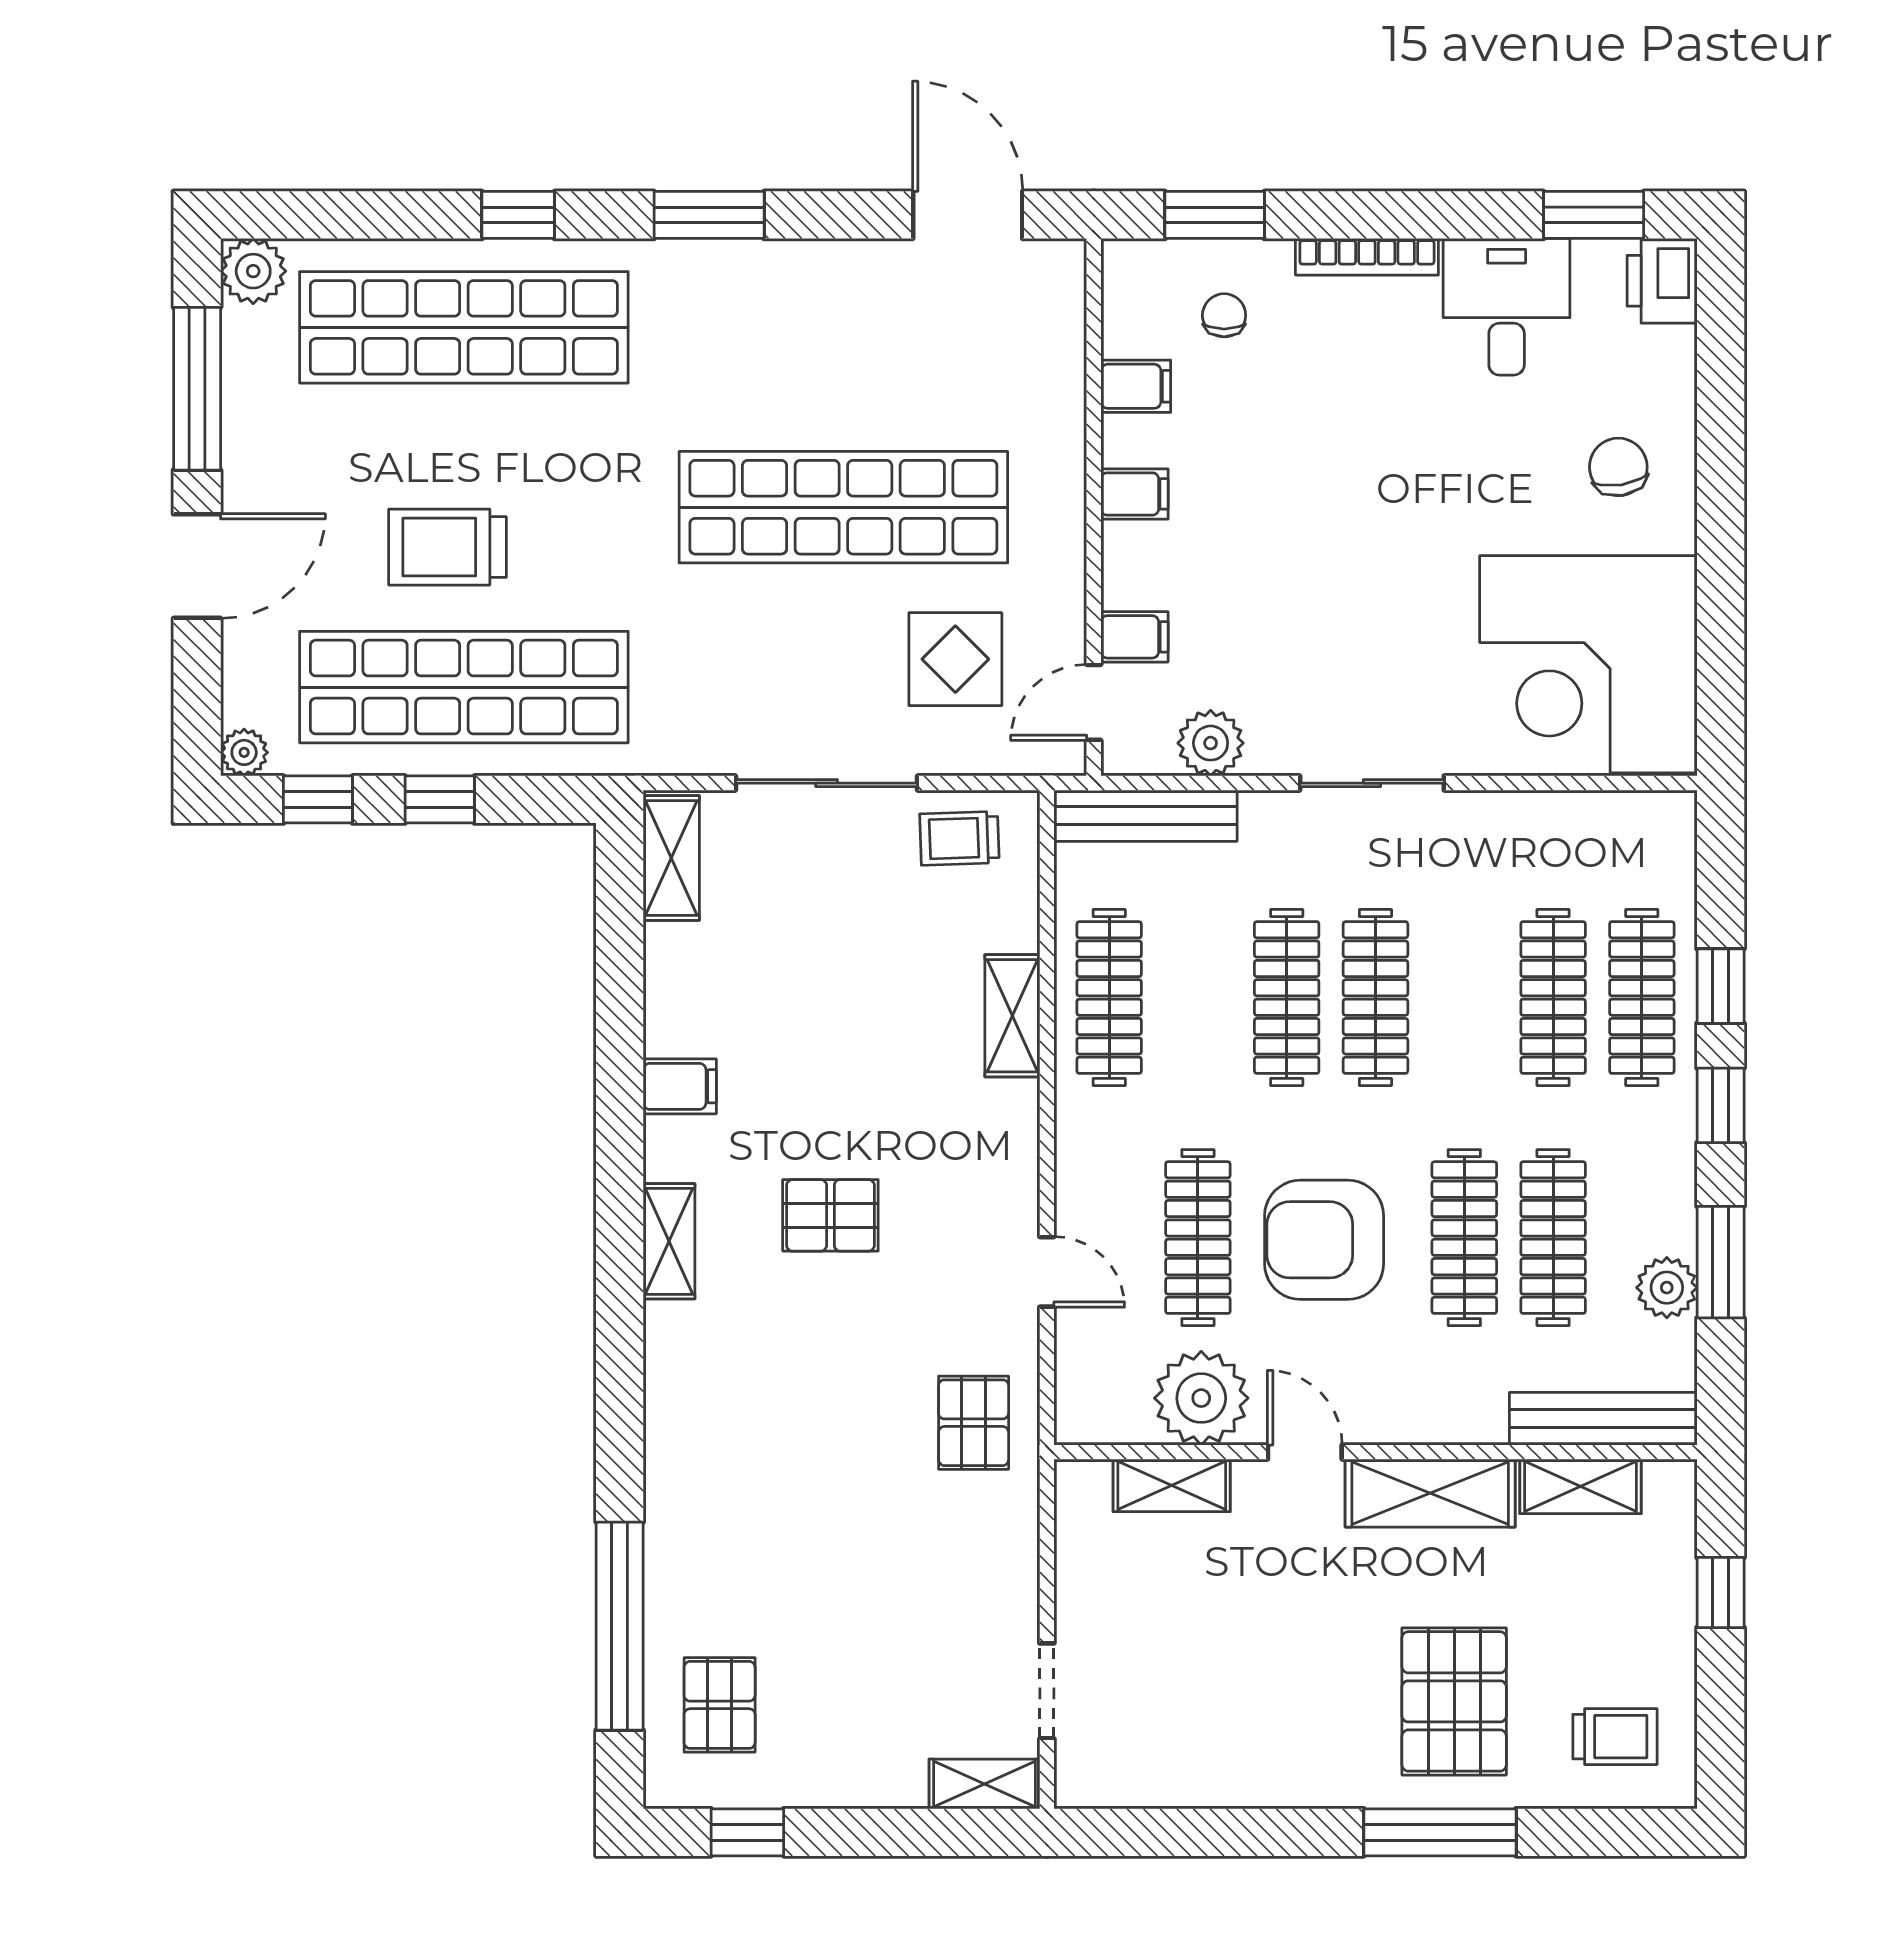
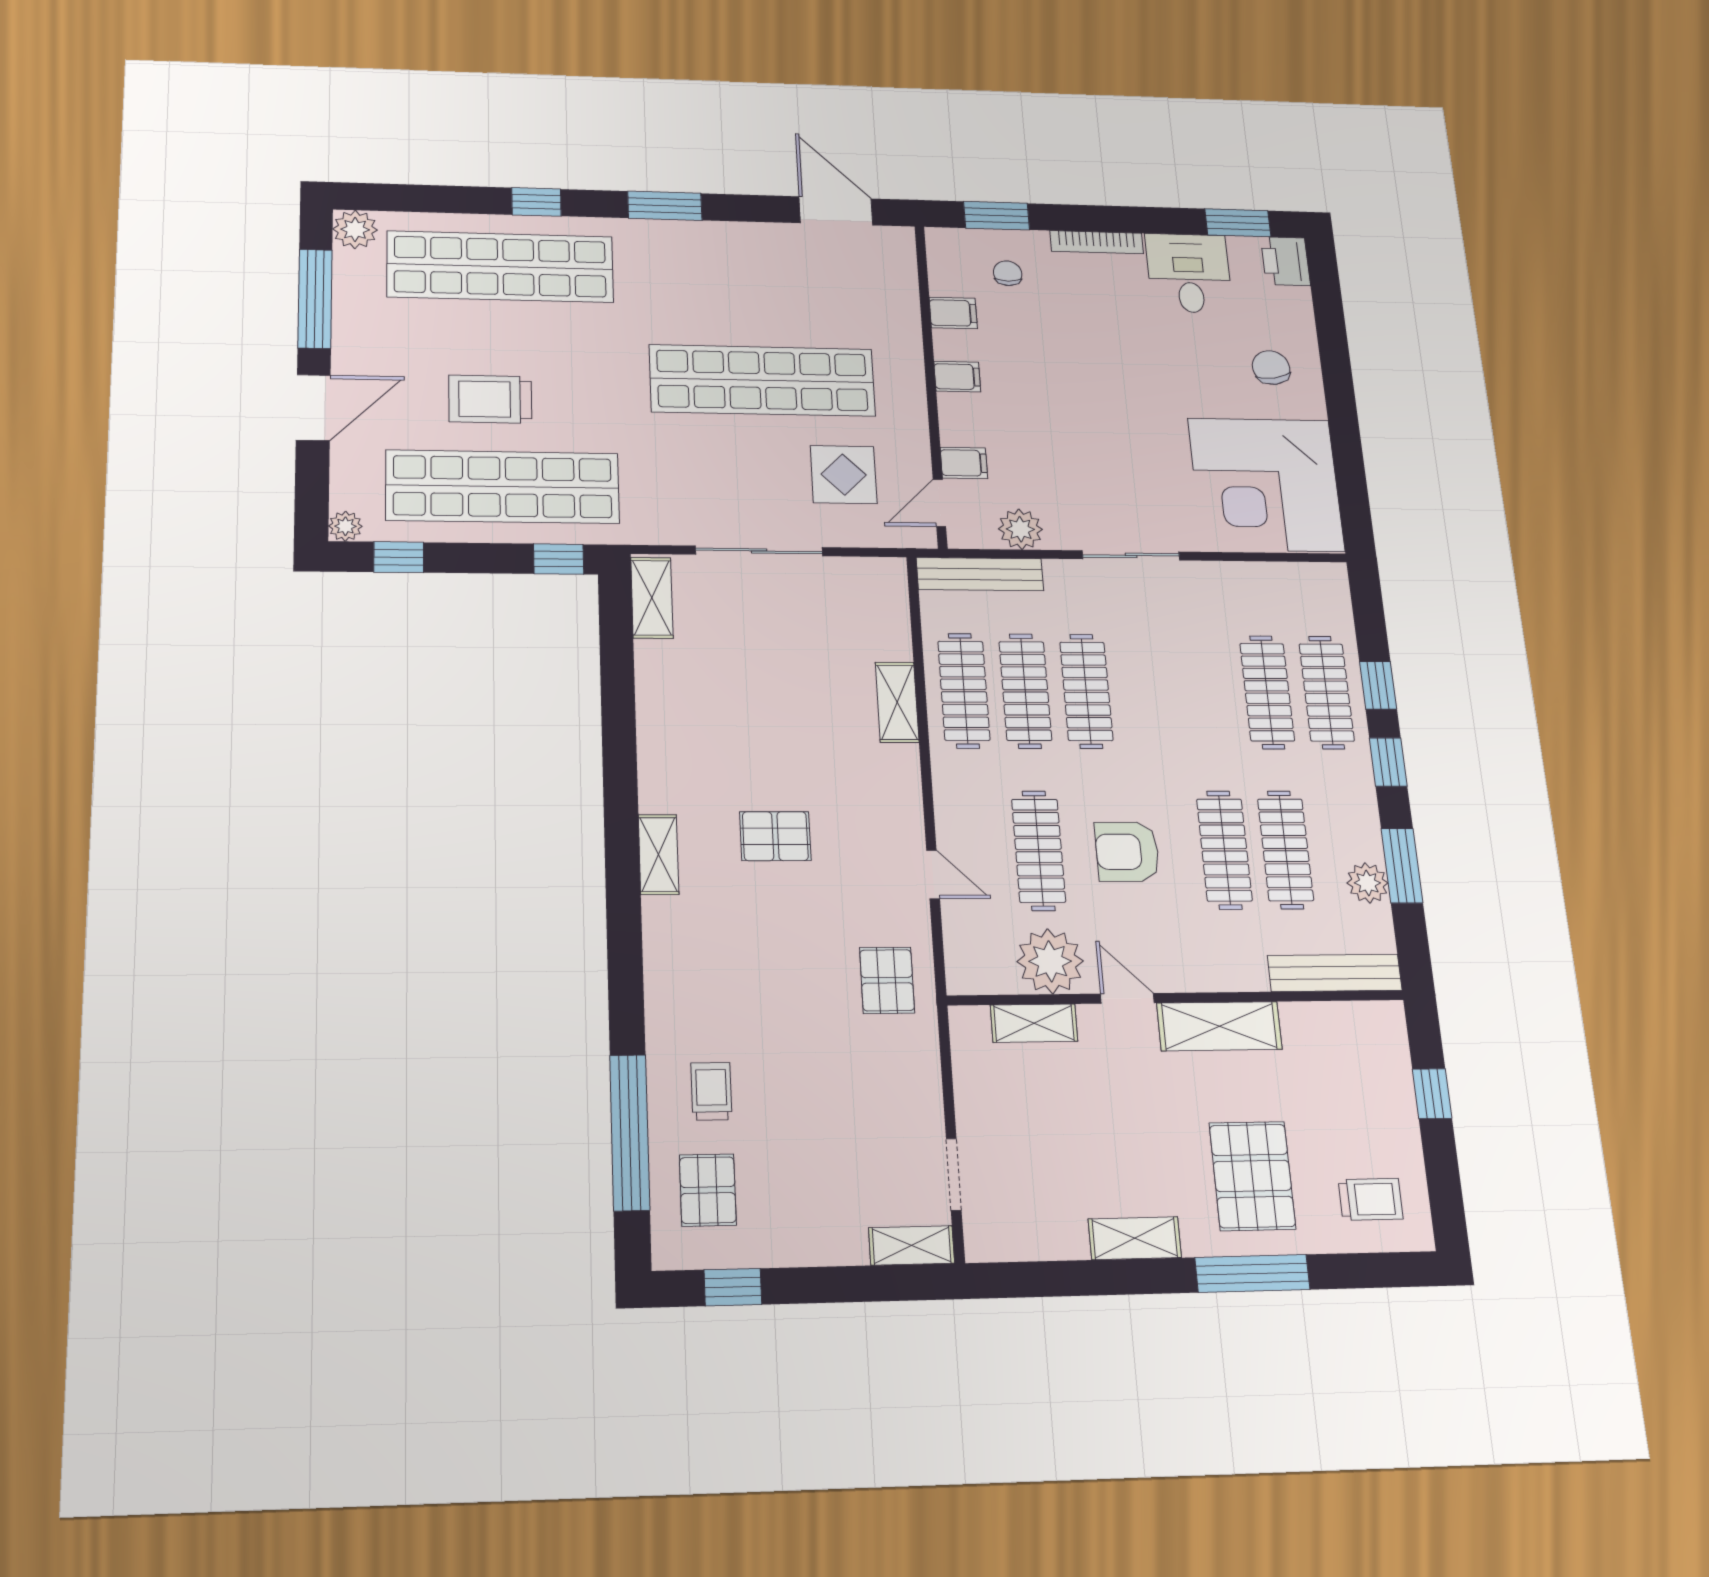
window: (440, 799) -> (559, 559), moved
trolley: (959, 838) -> (711, 1091), moved, turned 92
clothes rail: (1375, 997) -> (1025, 691), moved
filing cabinet: (680, 1086) -> (663, 749), removed
armchair: (1324, 1240) -> (1127, 852), width x0.73, depth x0.73
shelving: (1581, 1486) -> (1135, 1238), moved

